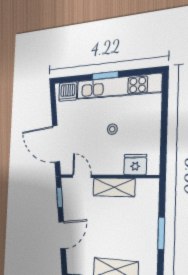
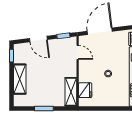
door: (82, 176) -> (78, 52), hinge flipped
shelving: (114, 187) -> (71, 92), moved

